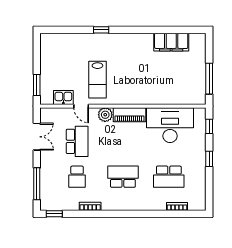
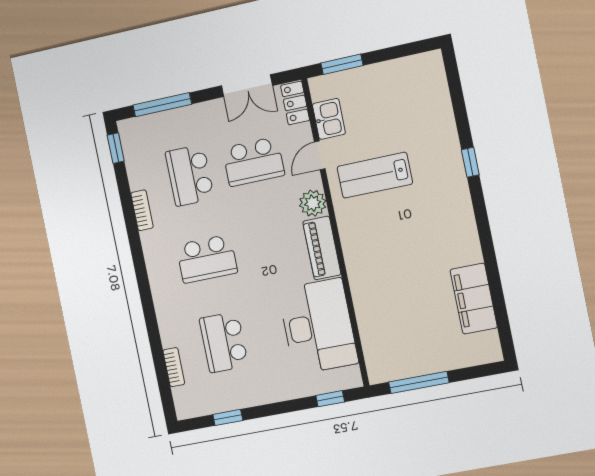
locker: (51, 113) -> (295, 103), added
window: (209, 159) -> (228, 417), moved
school desk: (77, 177) -> (190, 175), width x1.85
school desk: (123, 177) -> (207, 259), turned 90

